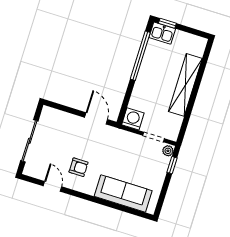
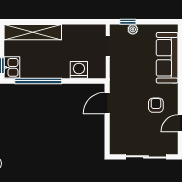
shelving: (185, 85) -> (33, 32), moved
washing machine: (133, 119) -> (79, 70), moved, turned 90
plant: (168, 151) -> (133, 29), moved

